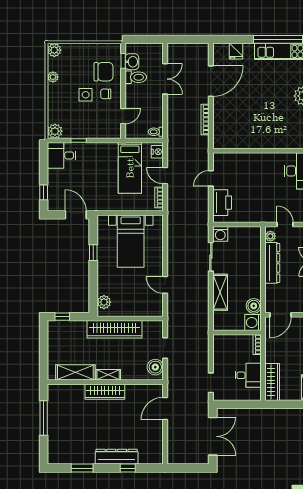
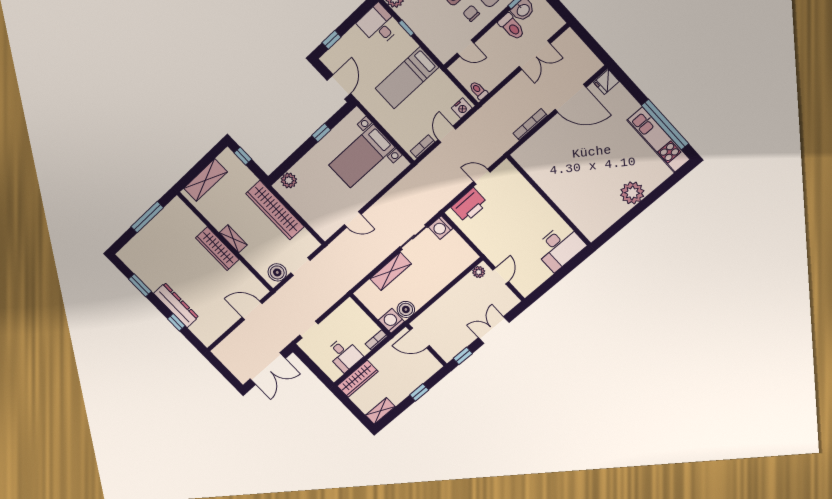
fridge: (236, 51) -> (606, 82), moved
bed: (130, 168) -> (407, 78), moved
dresser: (272, 263) -> (457, 293), removed
door: (165, 285) -> (353, 219), swing flipped
shelving: (75, 372) -> (206, 180), moved, turned 90

